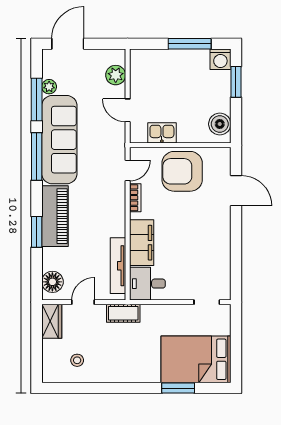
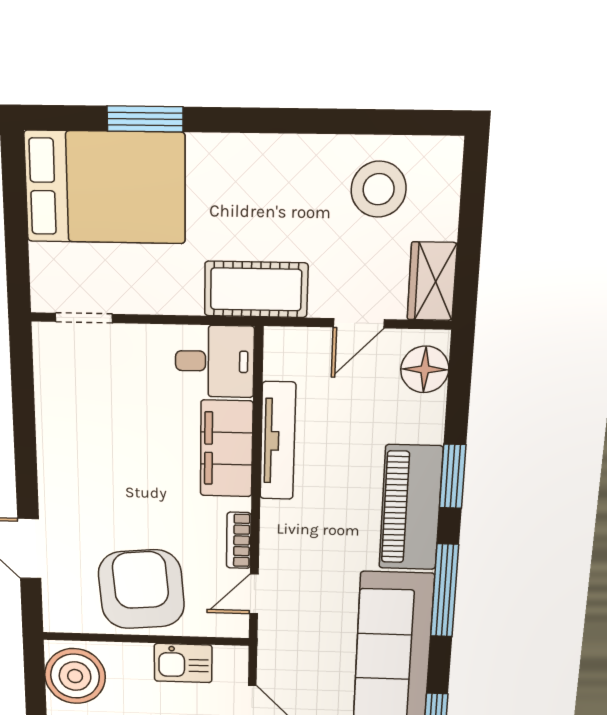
boiler: (220, 124) -> (75, 676), width x1.37, depth x1.37
window: (37, 157) -> (445, 591), moved
armchair: (182, 171) -> (141, 589), turned -95
tv unit: (118, 266) -> (278, 441), moved
cot: (123, 313) -> (256, 289), width x1.37, depth x1.34
stool: (77, 360) -> (379, 189), width x1.89, depth x1.89

